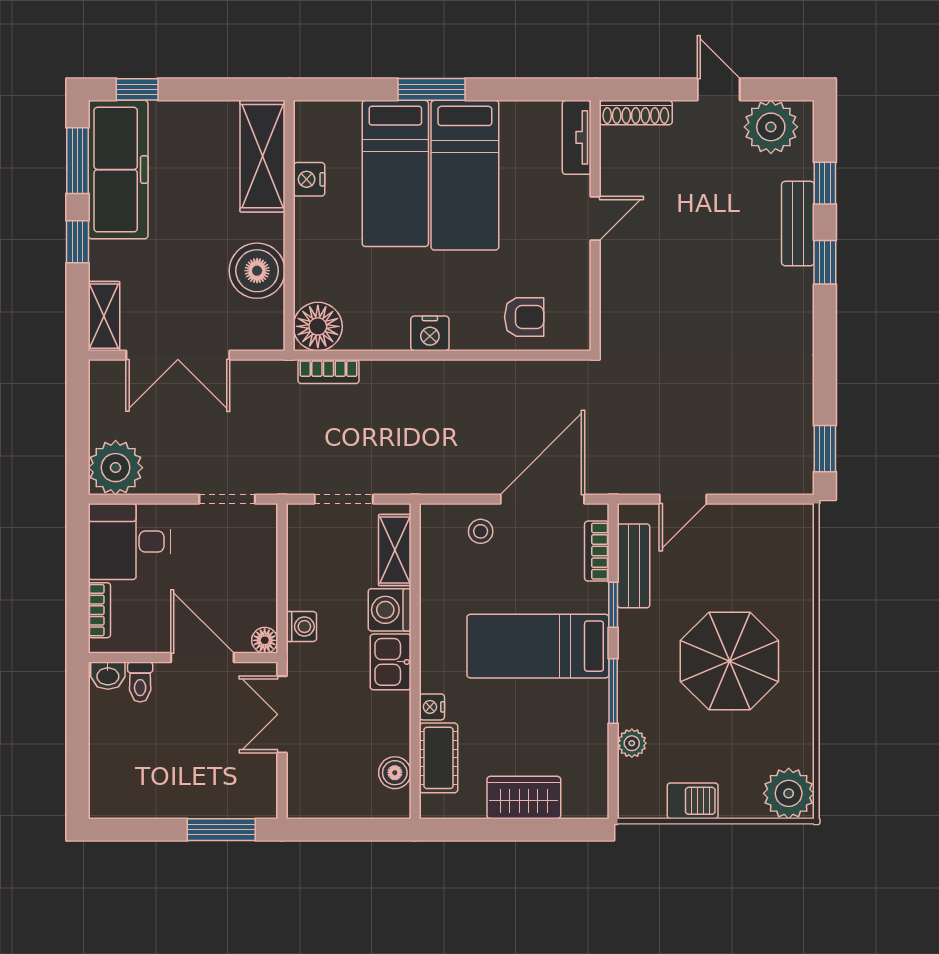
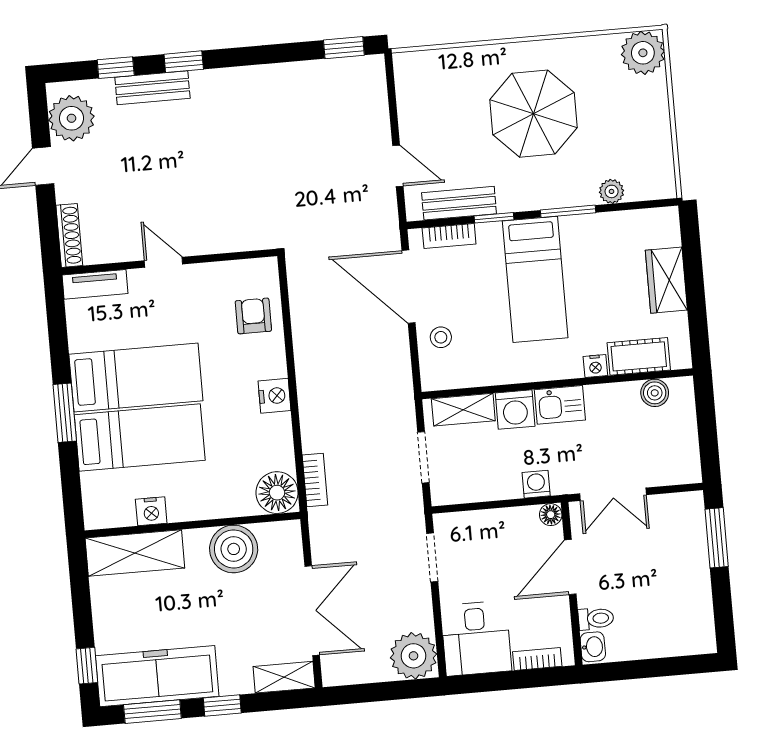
barbecue: (693, 801) -> (656, 135), removed

